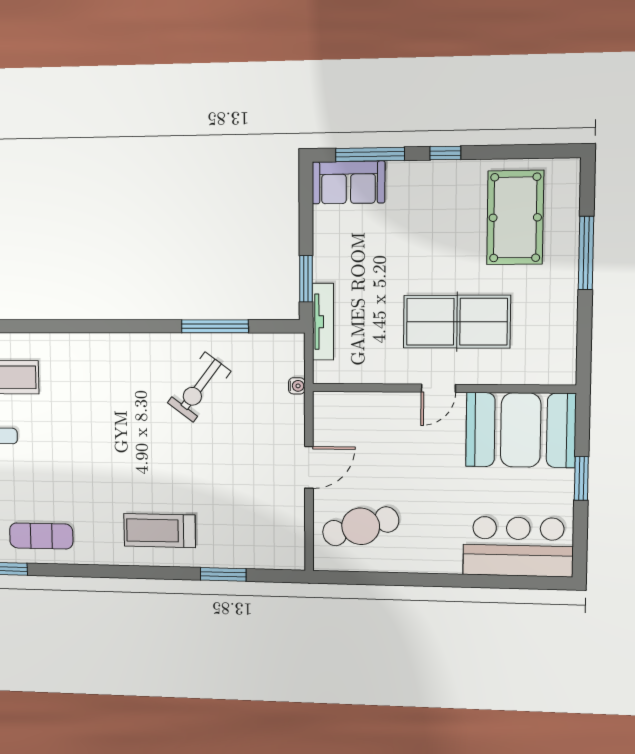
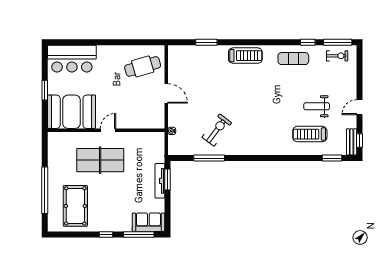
window: (586, 253) -> (45, 190), width x1.46
tv unit: (323, 322) -> (160, 181), moved
door: (309, 467) -> (166, 93), swing flipped
treadmill: (160, 531) -> (245, 56), moved

